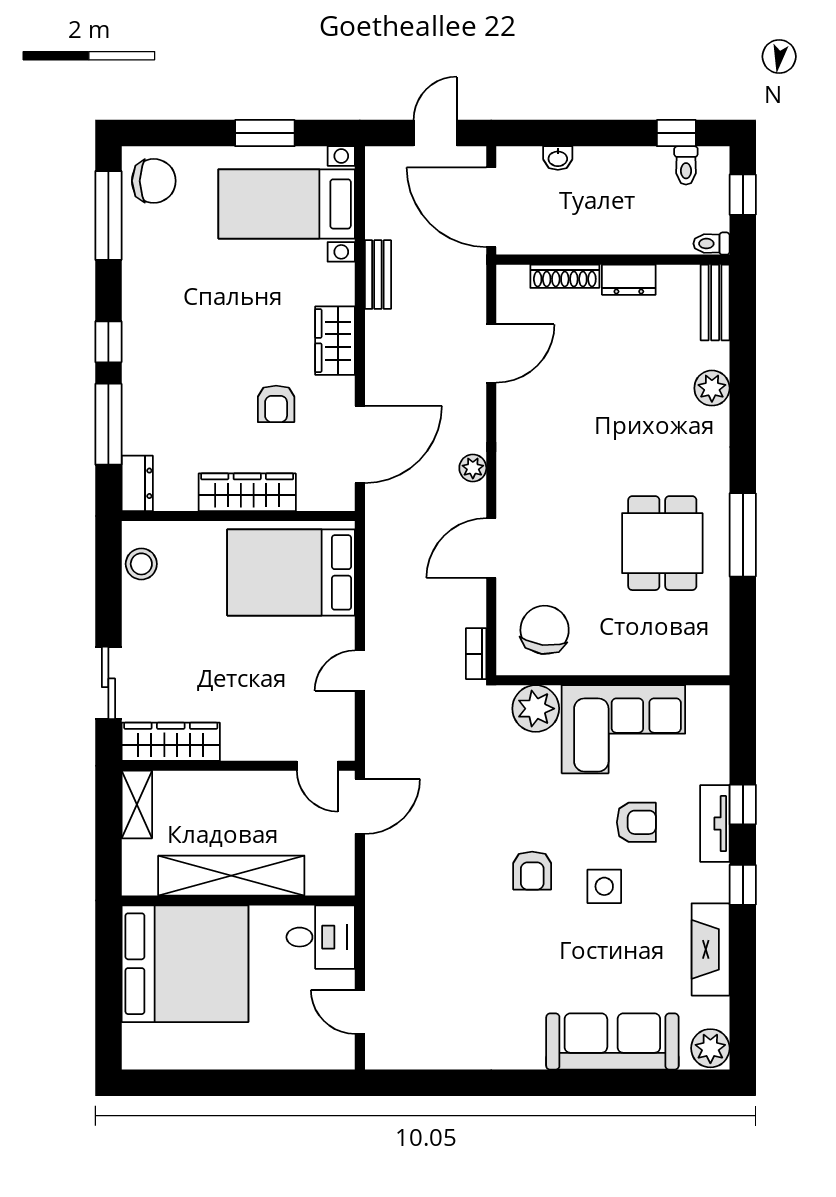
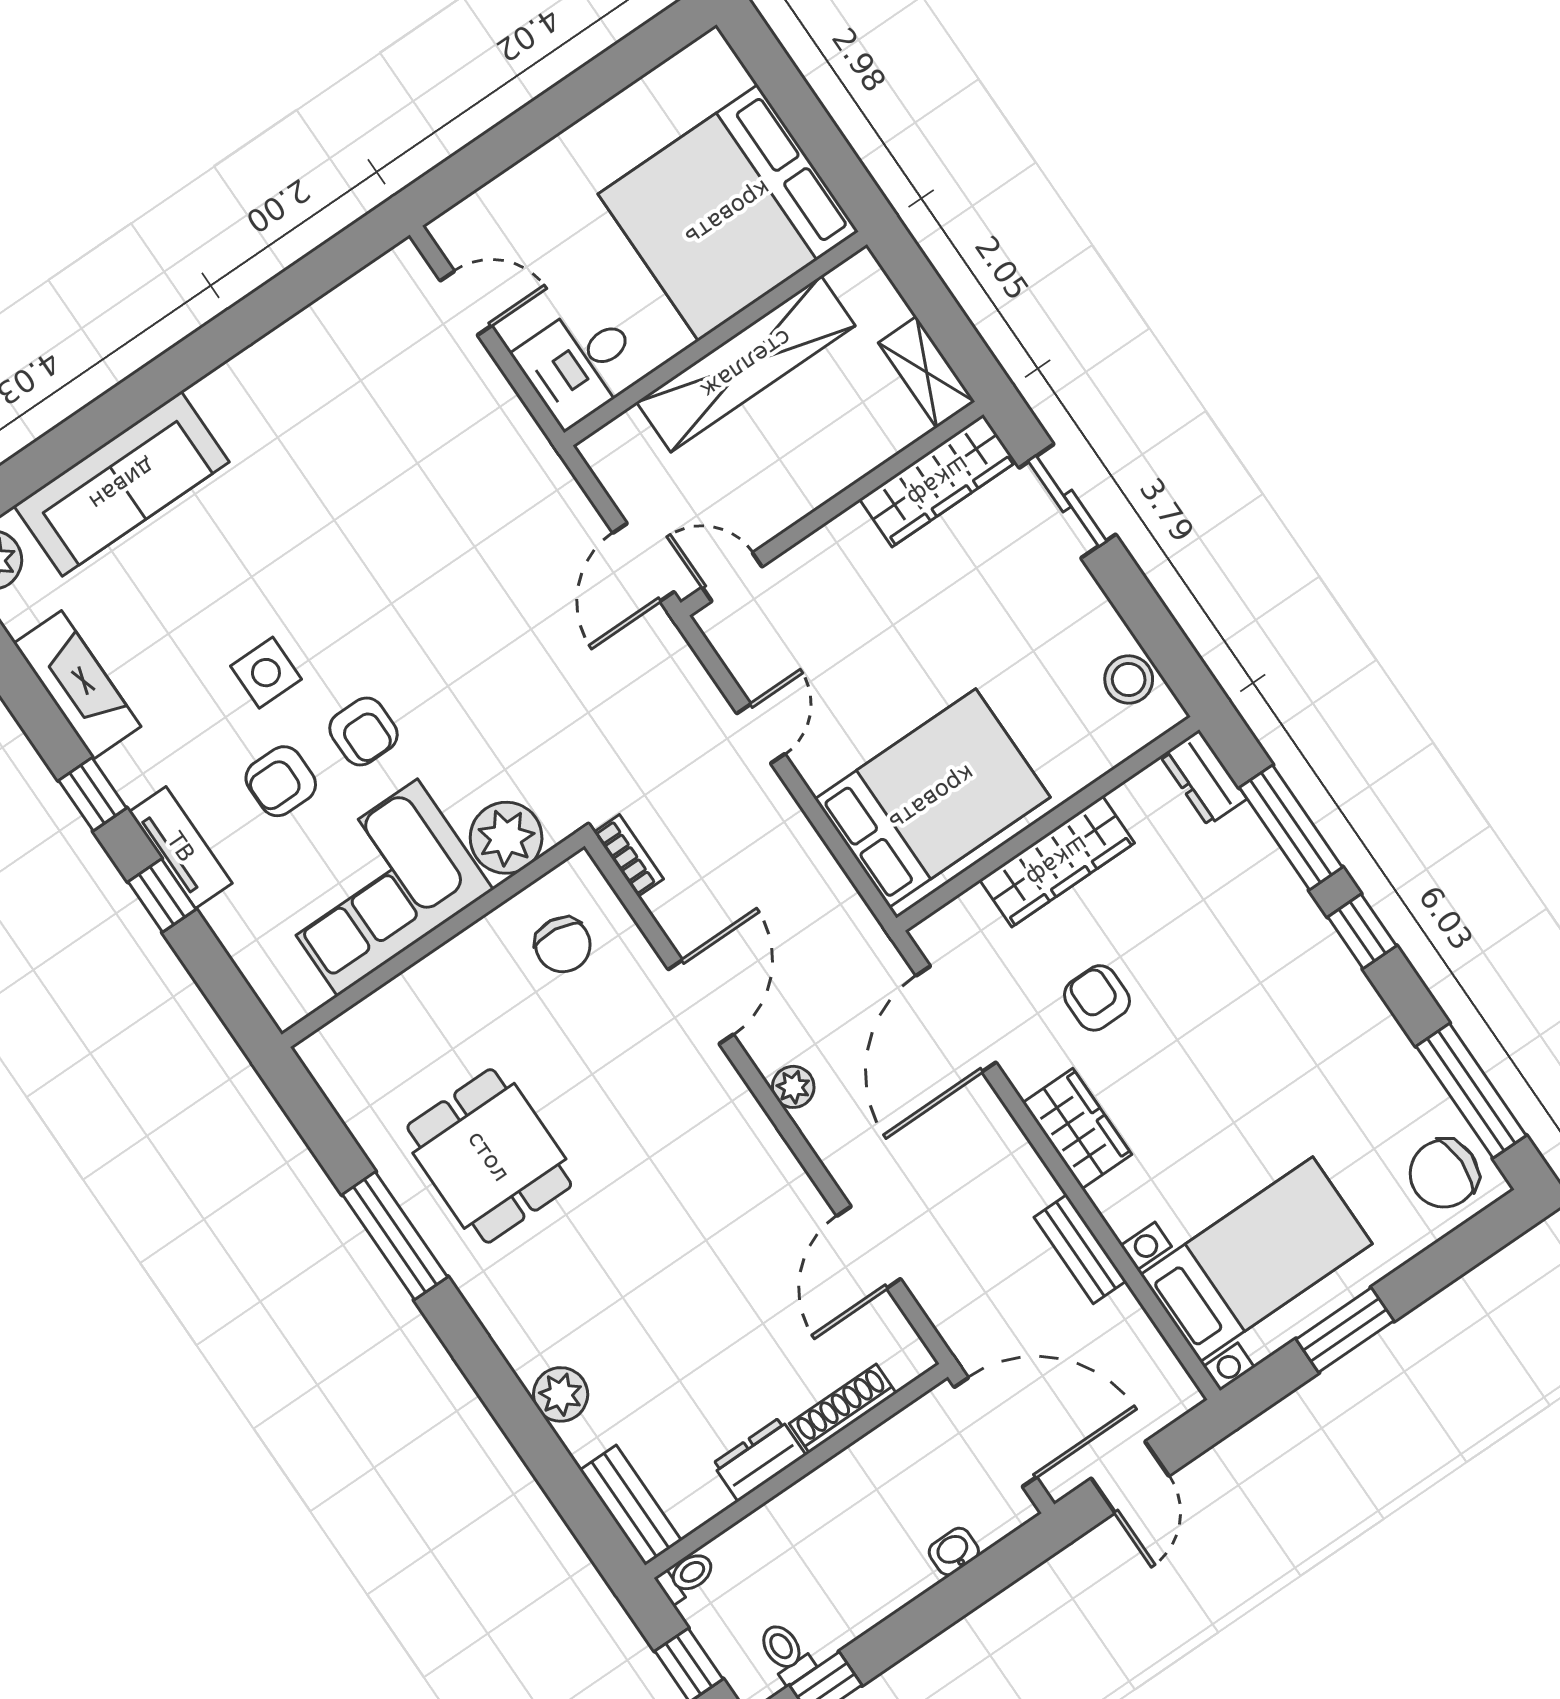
chair: (545, 630) -> (563, 945), width x0.73, depth x0.73
armchair: (532, 871) -> (363, 731), moved, turned 180

